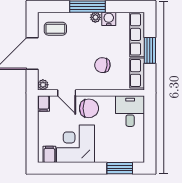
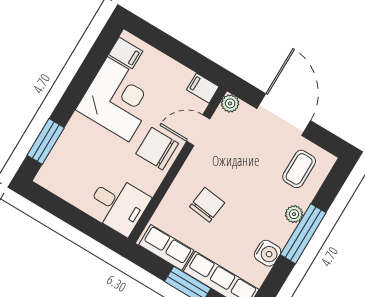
plant: (95, 17) -> (294, 214), moved
chair: (89, 108) -> (157, 149), turned 90

